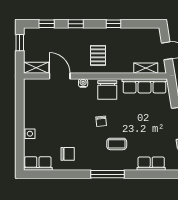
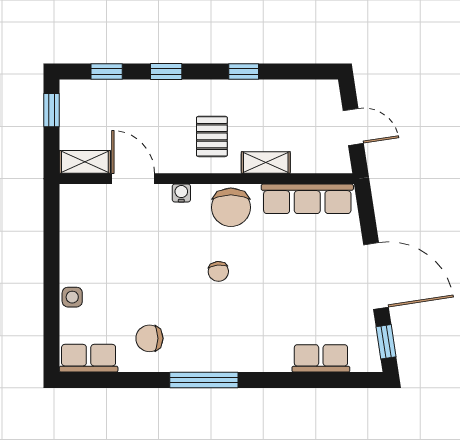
shelving: (146, 68) -> (266, 163), moved
coffee table: (117, 144) -> (250, 318), removed
chair: (68, 154) -> (149, 338), turned 180
window: (107, 174) -> (204, 380), moved

